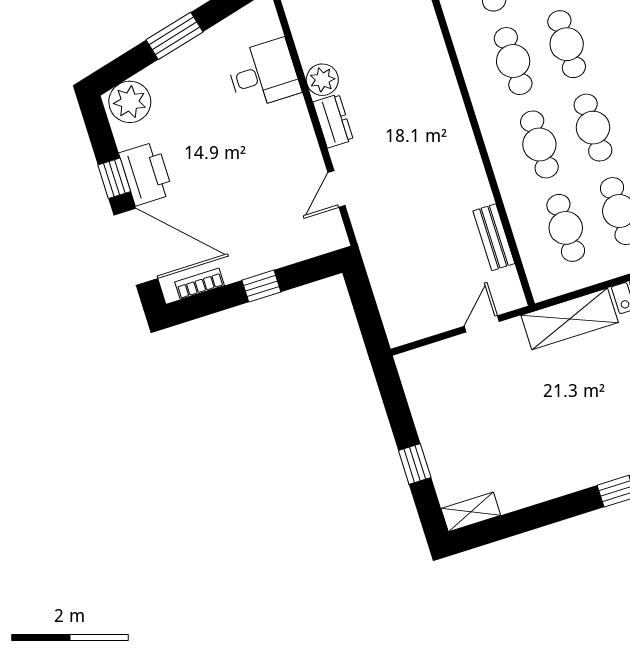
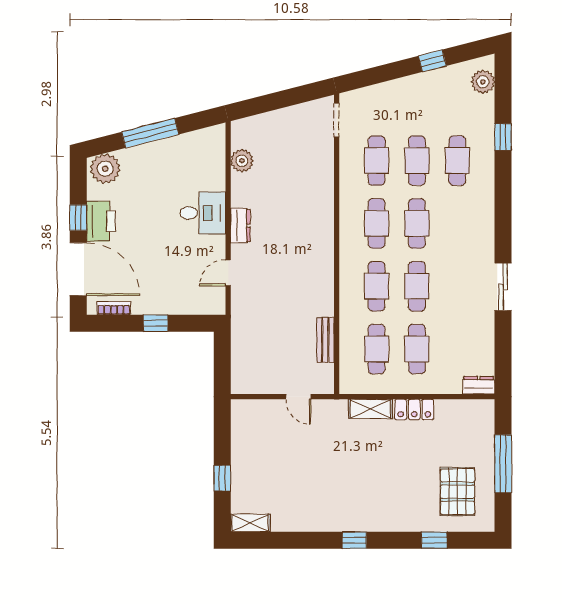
window: (175, 36) -> (150, 133), width x1.44
desk: (263, 74) -> (203, 213), moved
plant: (322, 80) -> (242, 161), moved
shelving: (570, 319) -> (370, 409), width x0.67, depth x0.75
door: (482, 324) -> (298, 397), swing flipped

